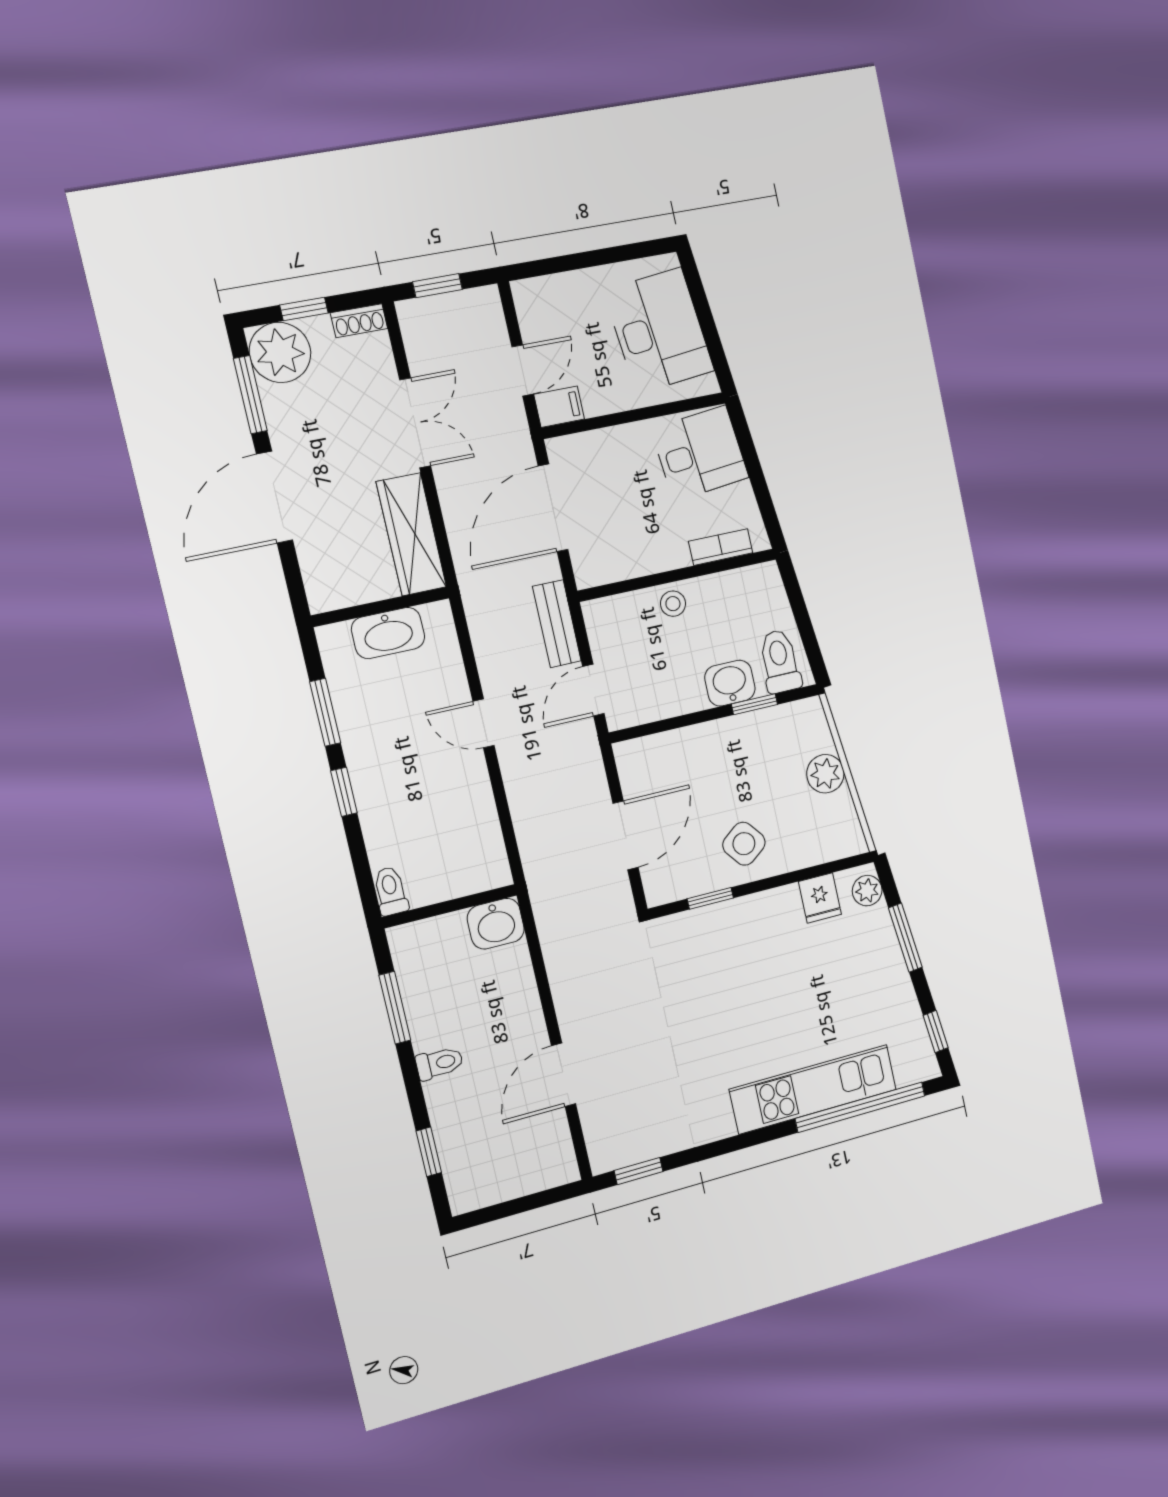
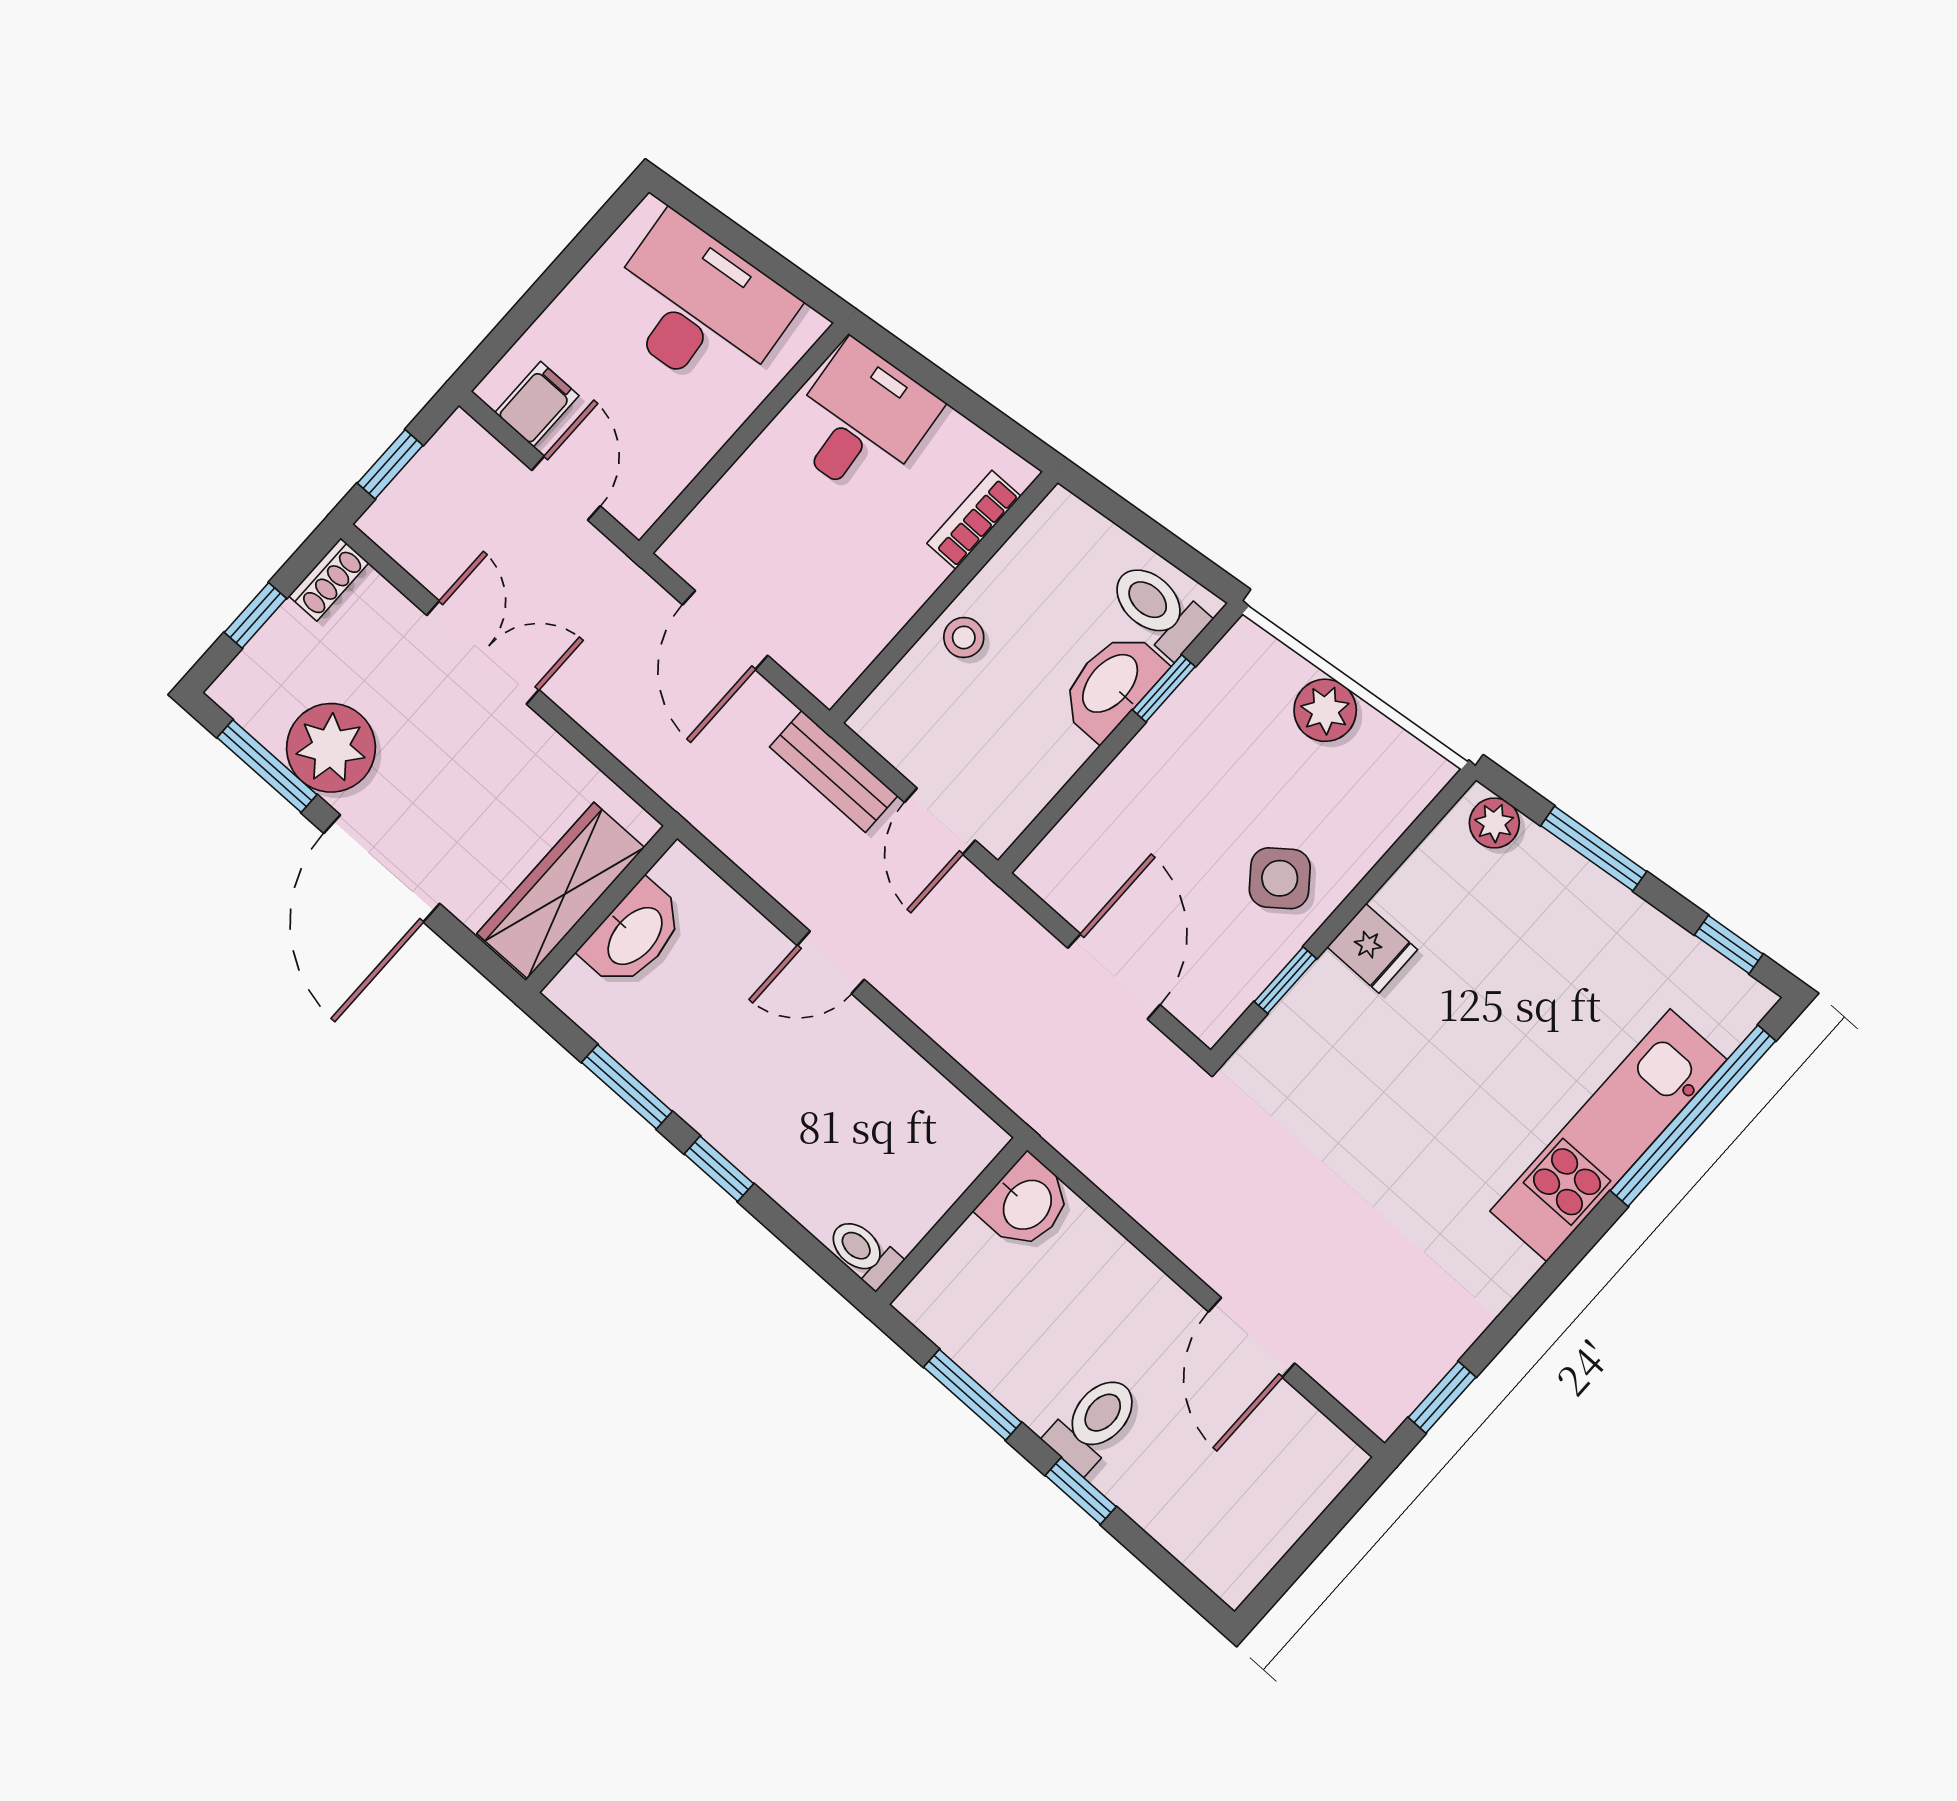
plant: (280, 352) -> (331, 748), moved
filing cabinet: (559, 407) -> (537, 404), moved
door: (553, 508) -> (725, 630), width x0.73
wardrobe: (411, 534) -> (561, 890), moved, turned 90
washbasin: (730, 683) -> (1112, 685), width x1.38
fridge: (820, 898) -> (1372, 948), moved
toilet: (439, 1063) -> (1094, 1423), width x1.37, depth x1.39
window: (429, 1152) -> (1081, 1491), moved

